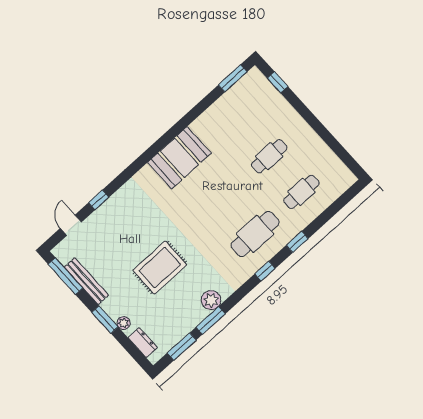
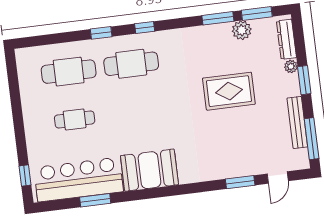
window: (233, 78) -> (95, 200), moved
bar counter: (232, 110) -> (79, 180), added
cafe table: (301, 192) -> (69, 72), width x1.37, depth x1.35
window: (99, 200) -> (240, 182), width x1.50
plant: (211, 300) -> (242, 30), moved
dresser: (143, 343) -> (286, 39), width x1.44

